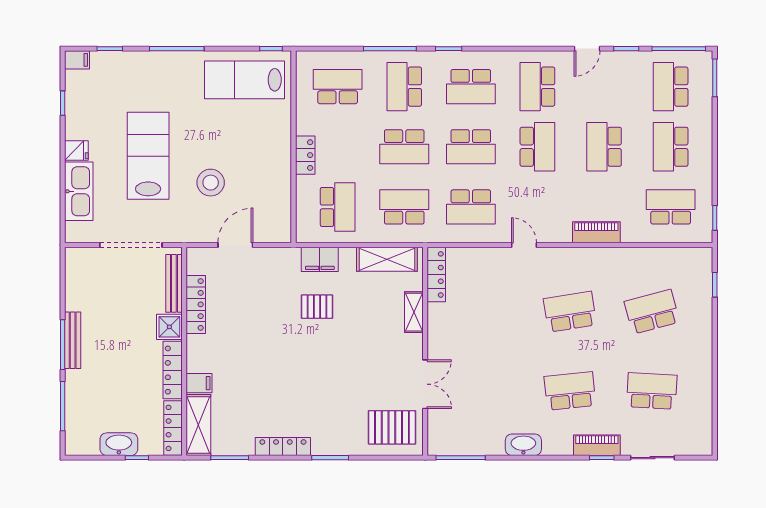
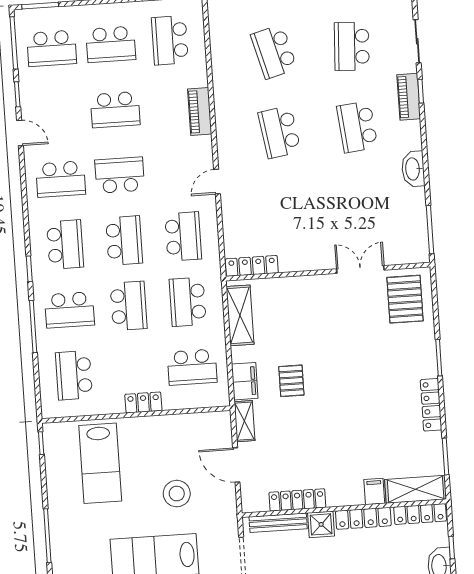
lab bench: (244, 80) -> (100, 463), moved
school desk: (338, 207) -> (192, 367), turned 180
shelving: (414, 312) -> (244, 421), moved, turned 90

